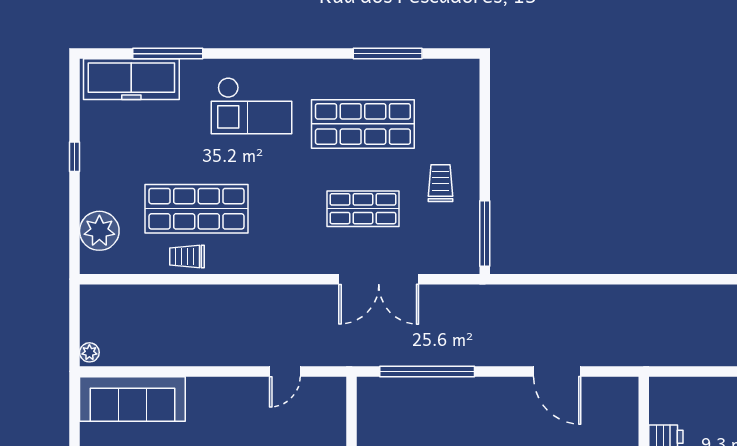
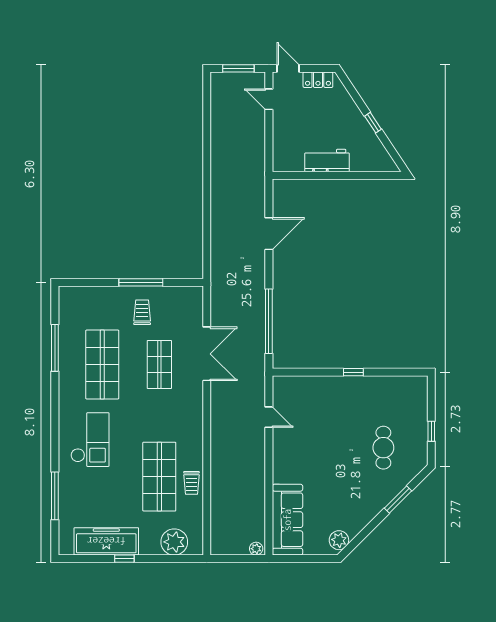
freezer: (131, 79) -> (106, 541), moved, turned -90
trolley: (440, 183) -> (142, 312), turned 90
window: (485, 233) -> (141, 282), moved

